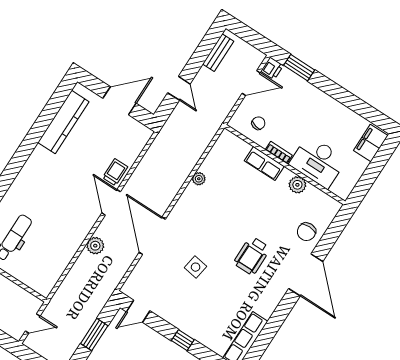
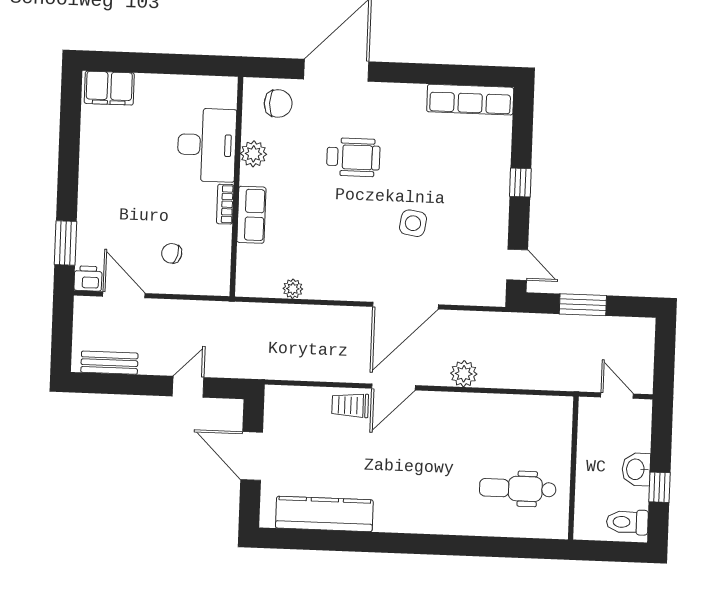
bookcase: (279, 153) -> (225, 204), moved
desk: (318, 162) -> (207, 145), moved
row of seats: (264, 164) -> (251, 215), moved
wall: (285, 164) -> (236, 187), moved
plant: (297, 185) -> (253, 154), moved

